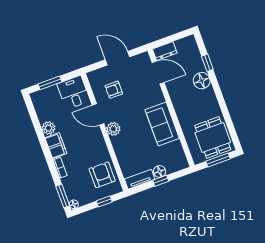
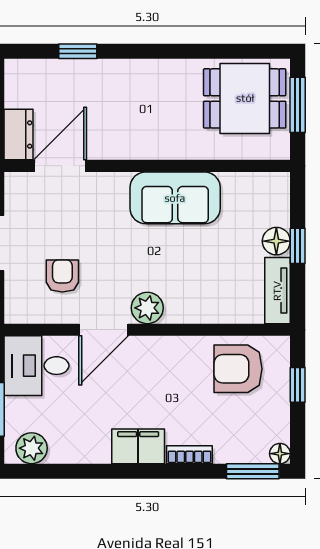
floor lamp: (202, 81) -> (112, 78), removed
armchair: (114, 90) -> (62, 276), turned 180
plant: (49, 128) -> (32, 448), moved

